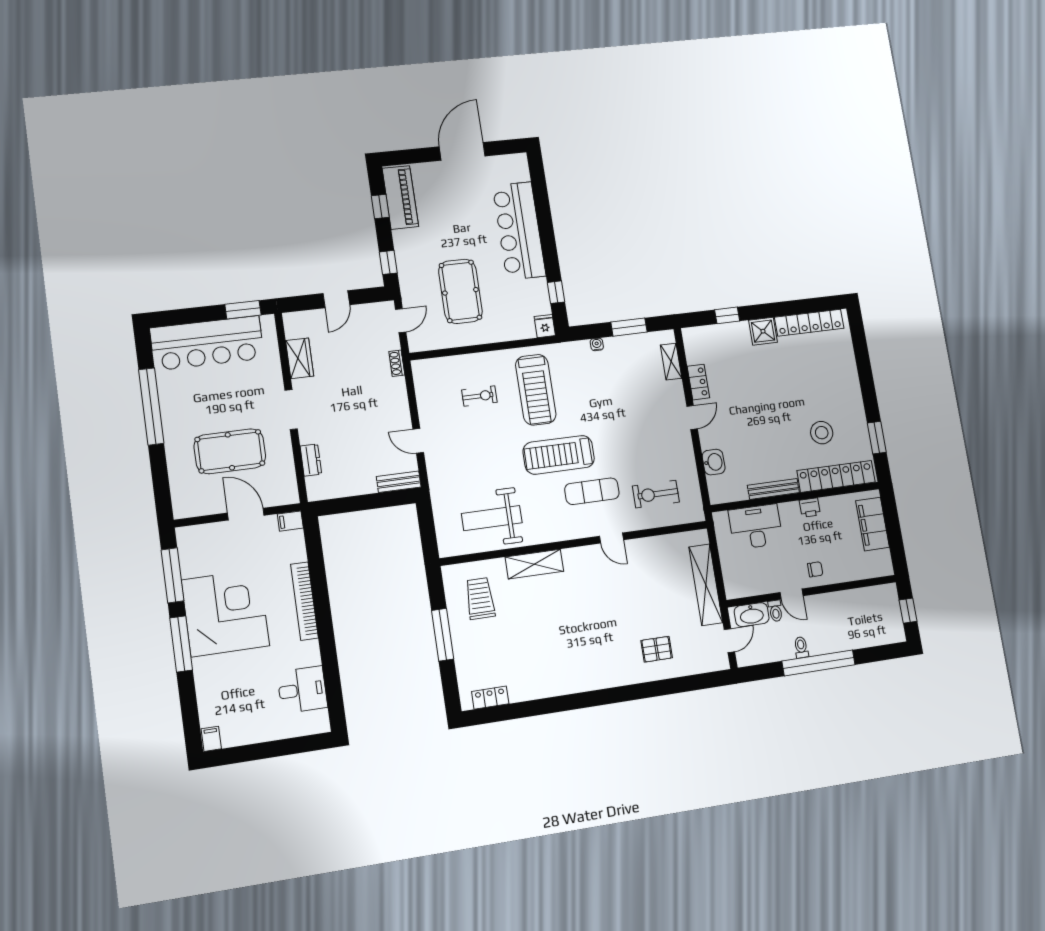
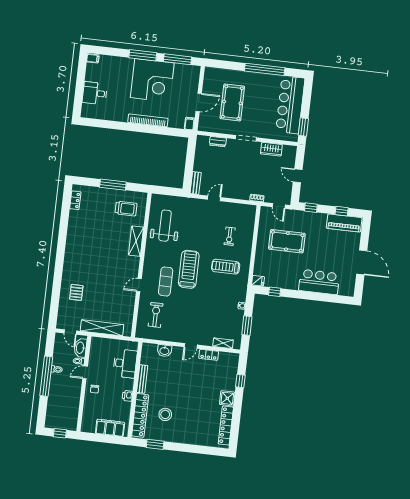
bar counter: (519, 231) -> (319, 282), width x0.73
treadmill: (536, 390) -> (226, 267), width x0.73, depth x0.73
door: (692, 418) -> (191, 346), hinge flipped
desk: (302, 690) -> (95, 93), moved, turned 90

